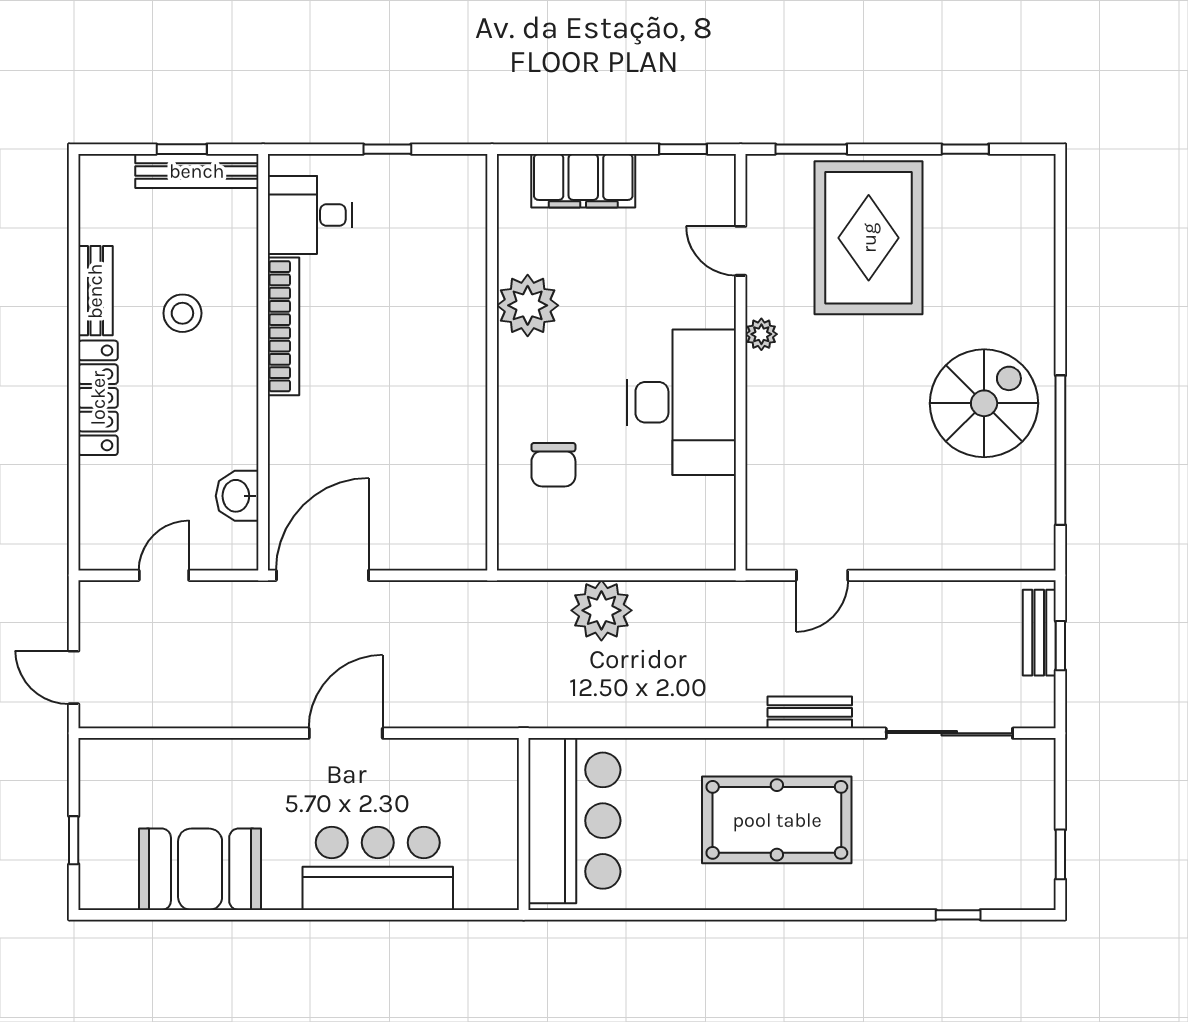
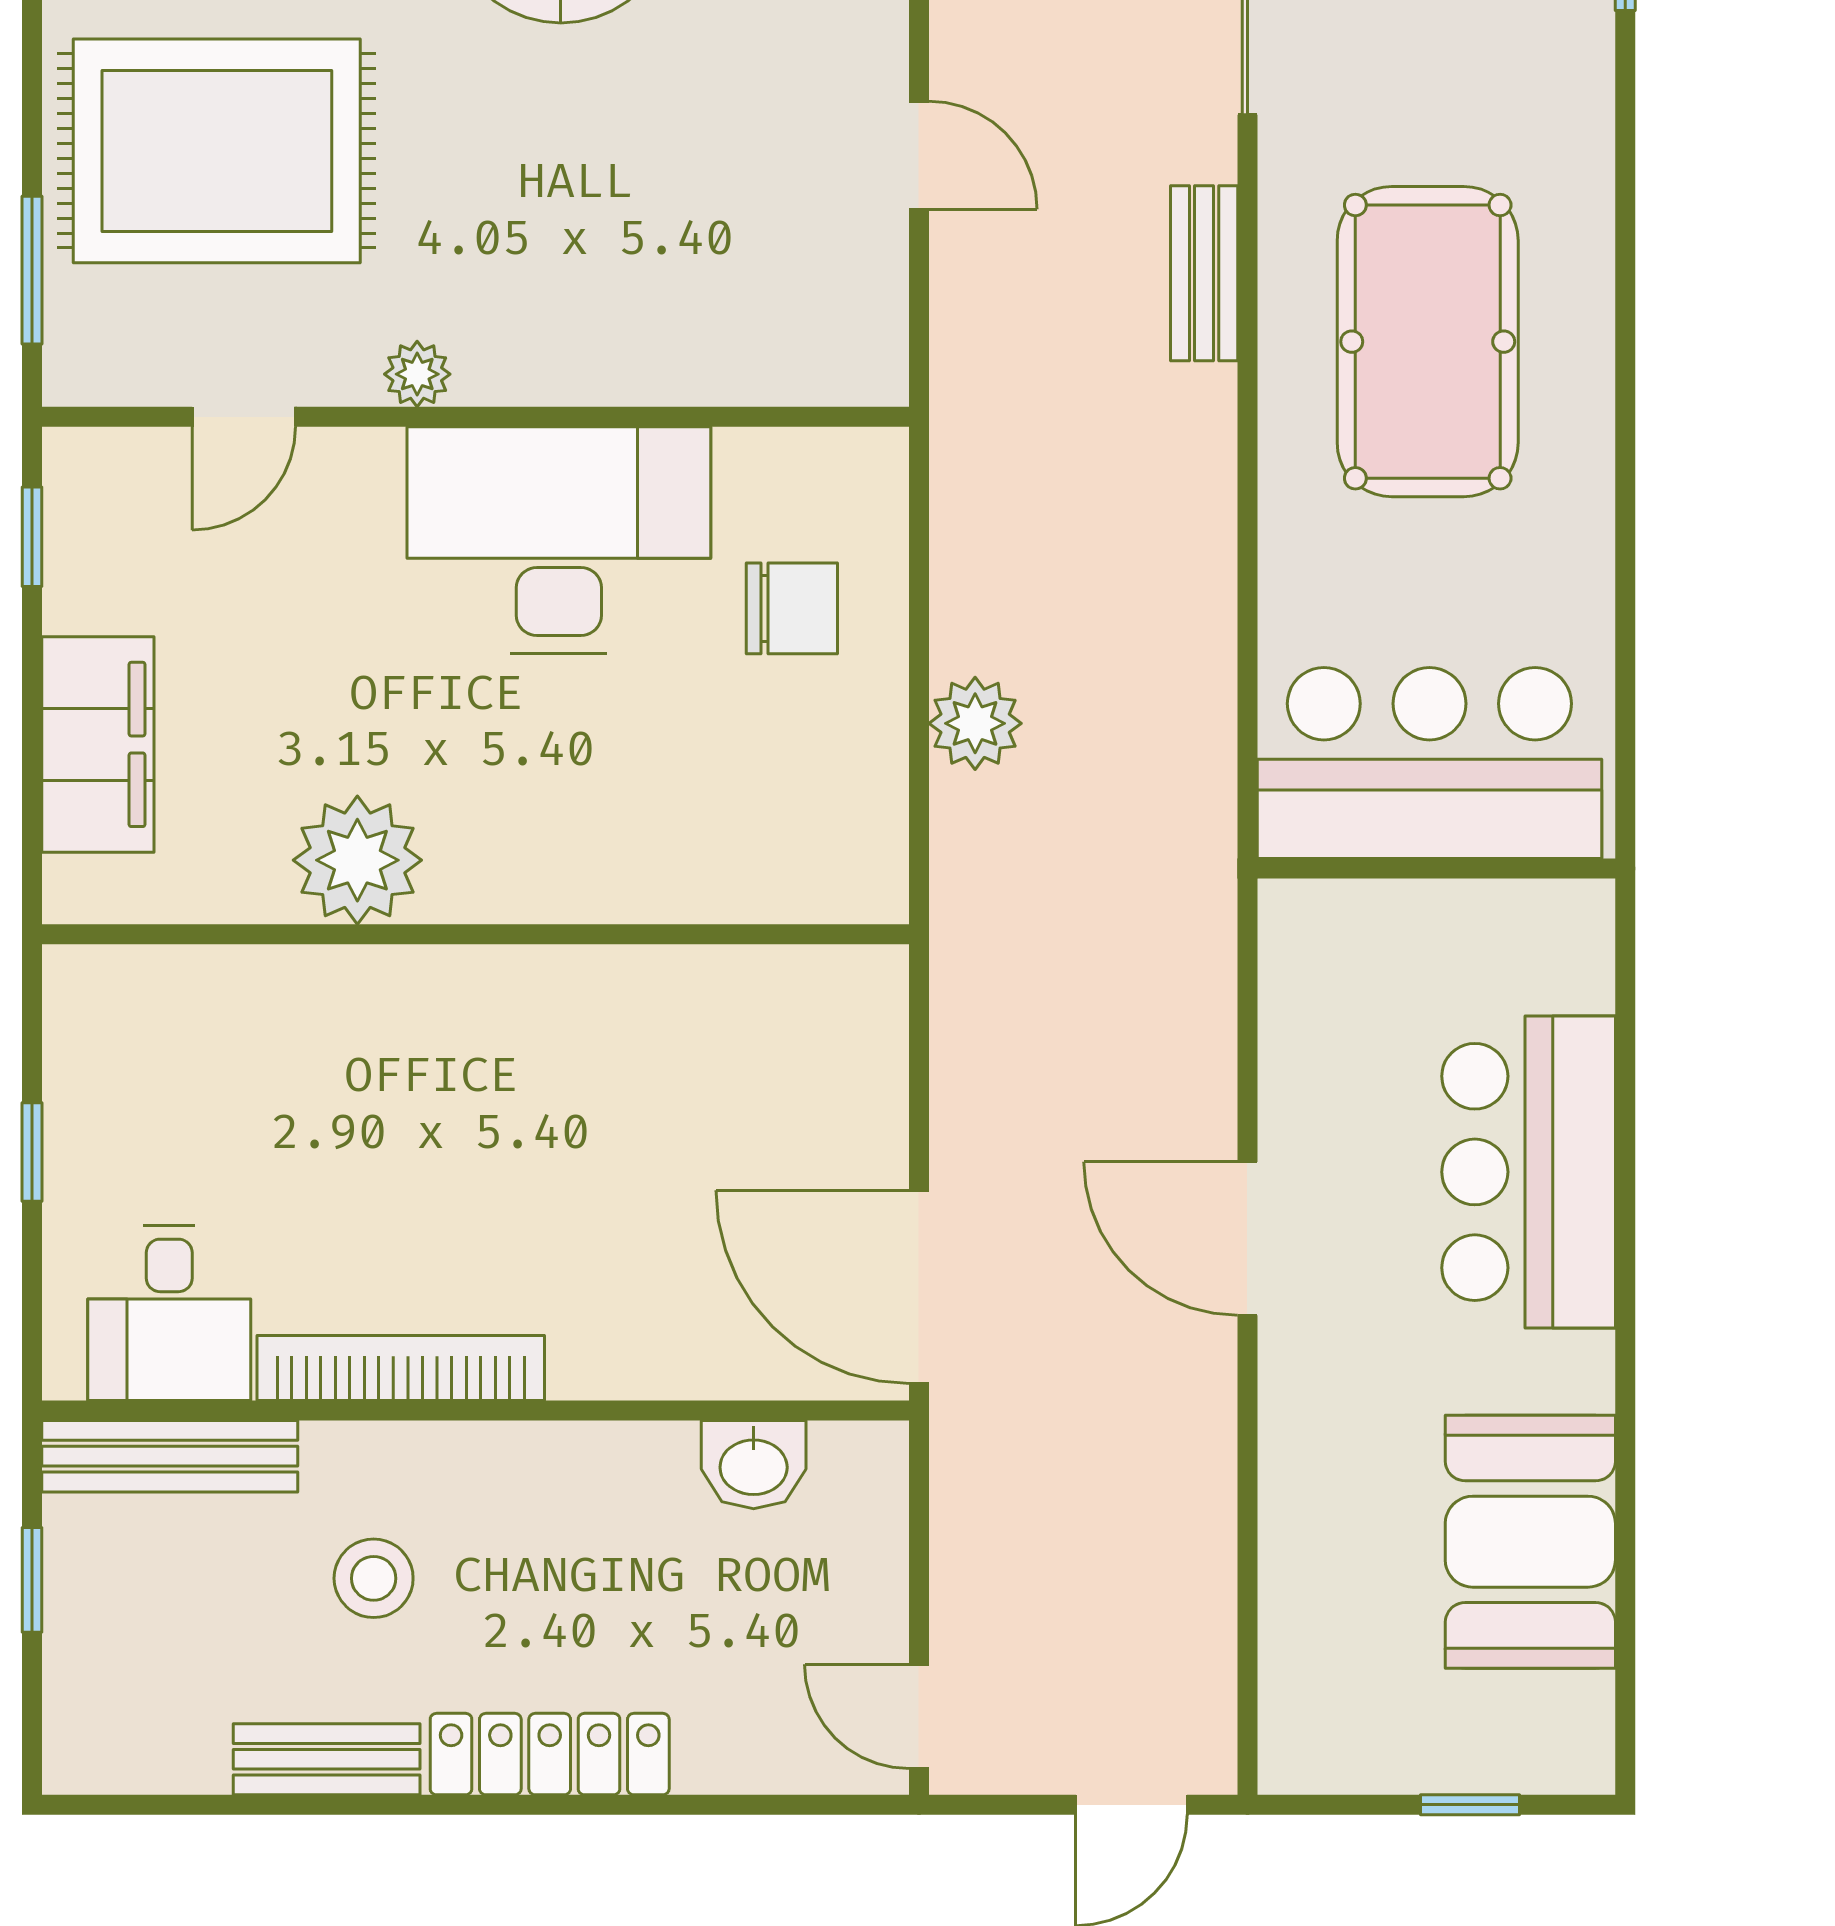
bench: (197, 171) -> (170, 1456), moved, turned 90
chair: (553, 465) -> (792, 608), moved
door: (164, 575) -> (919, 1717), moved
door: (822, 575) -> (919, 155), moved
plant: (601, 610) -> (975, 723), width x0.73, depth x0.73

